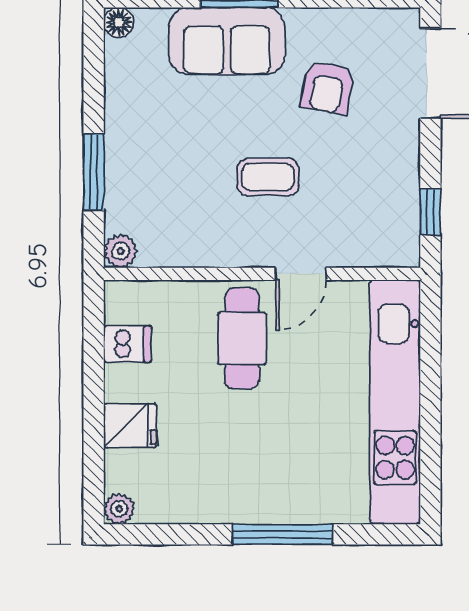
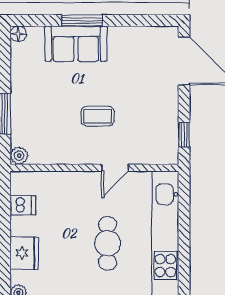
armchair: (327, 88) -> (129, 69), removed
cafe table: (242, 338) -> (108, 243), moved
fridge: (130, 426) -> (24, 253), width x1.38

